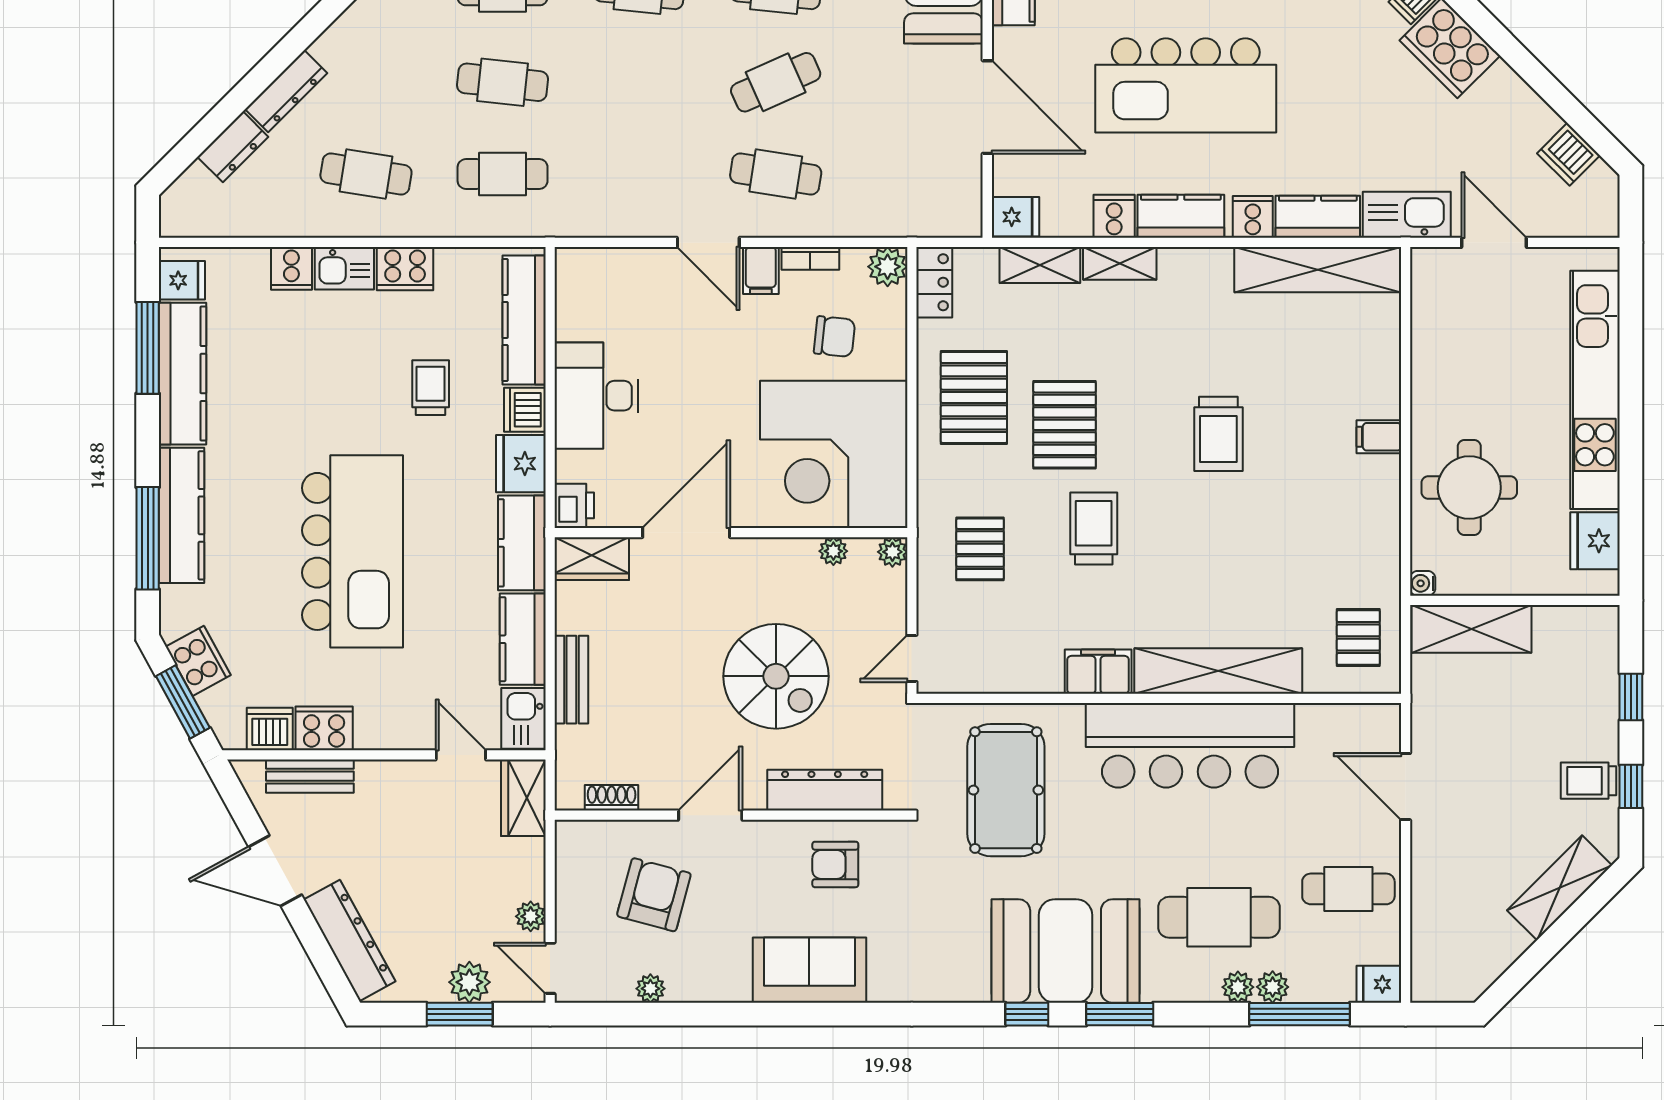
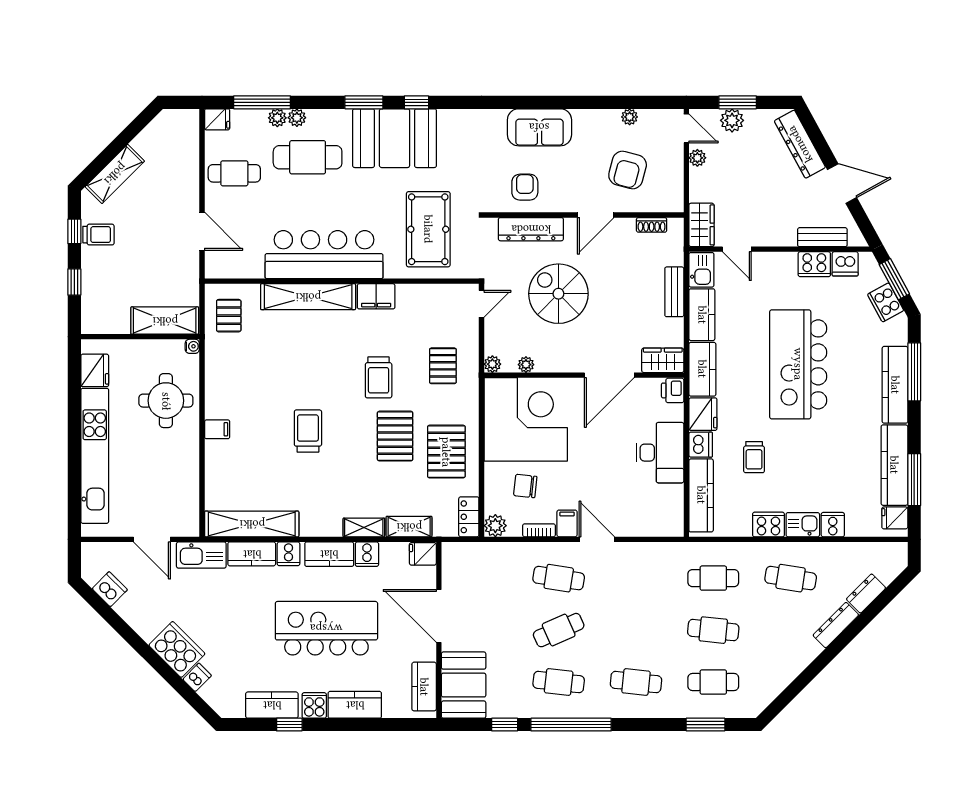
armchair: (835, 864) -> (525, 187), turned -90

